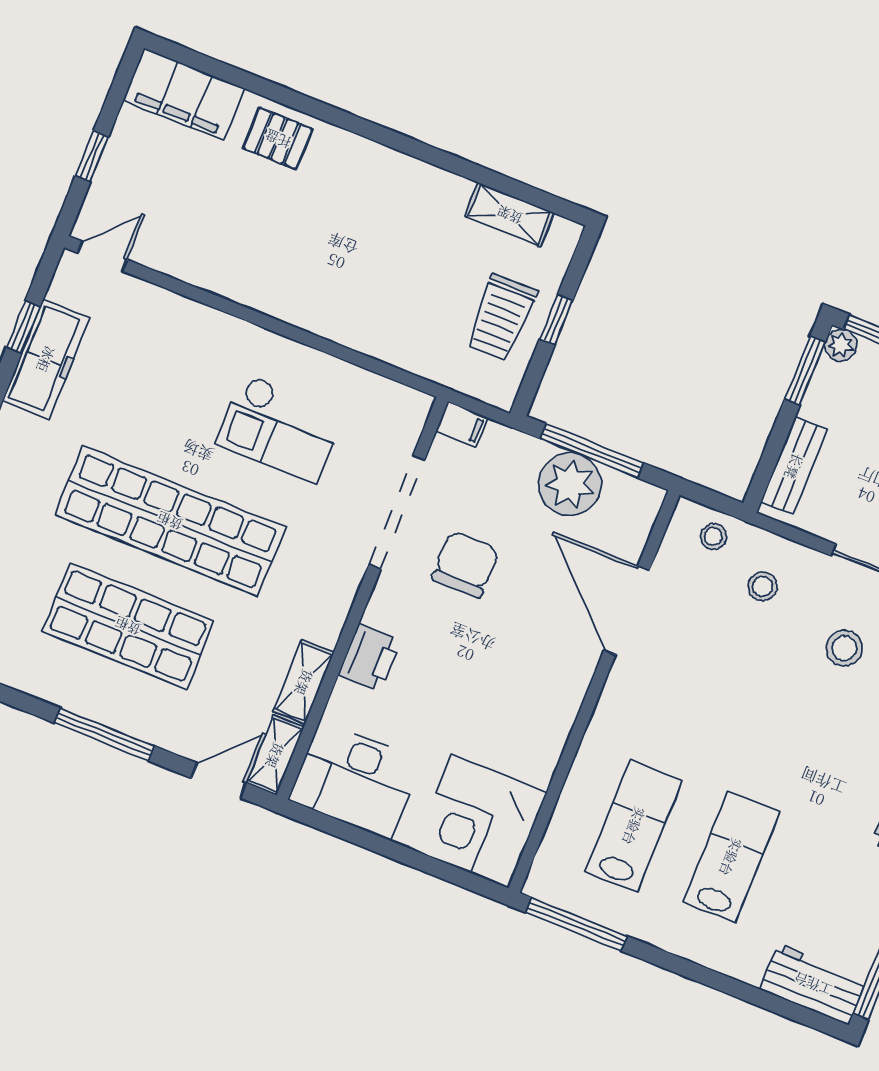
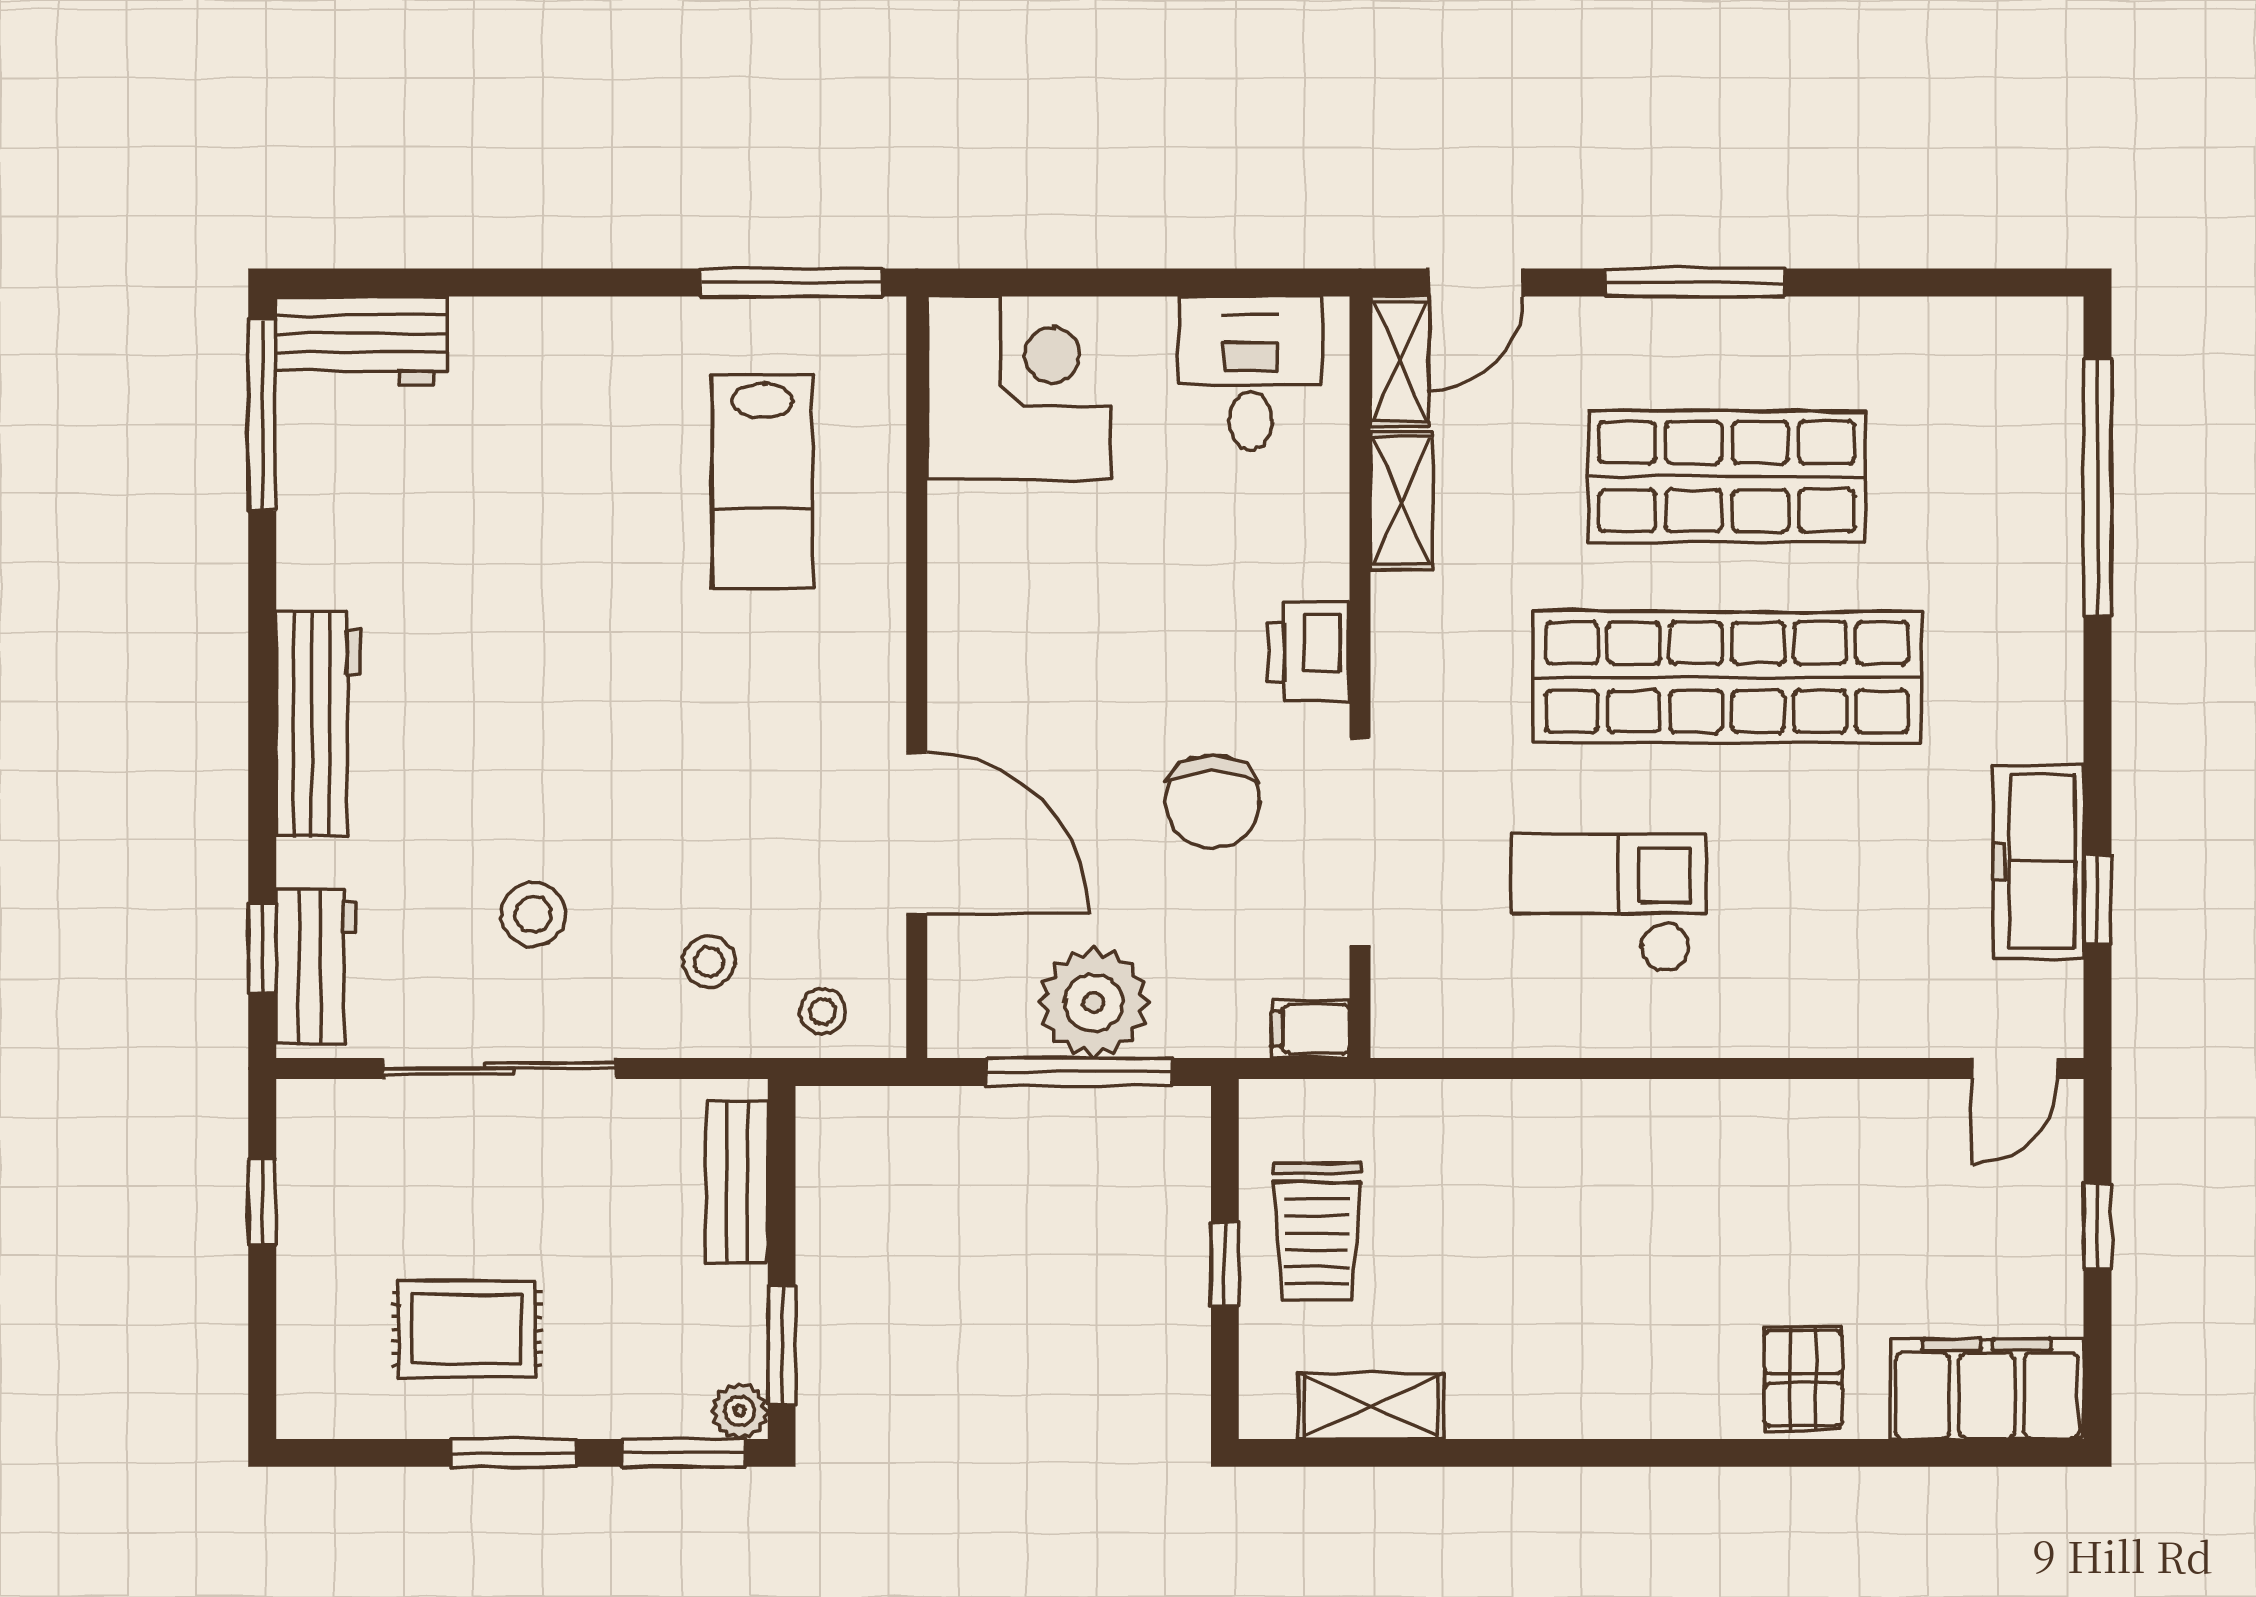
pallet: (278, 139) -> (1803, 1378), turned 90
trolley: (501, 318) -> (1317, 1231), turned 180
printer: (370, 658) -> (1309, 652), moved
desk: (356, 780) -> (1250, 373), width x0.73
lab bench: (731, 857) -> (581, 496), removed

